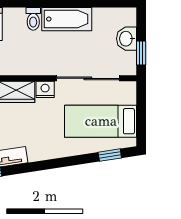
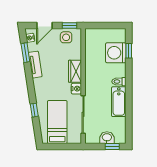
window: (141, 53) -> (112, 146), moved
window: (110, 155) -> (34, 110), moved

